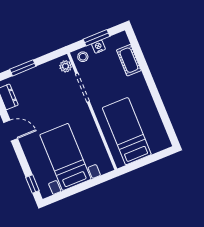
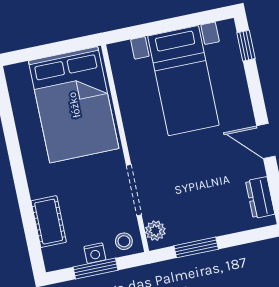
window: (23, 68) -> (196, 247), moved
bed: (127, 131) -> (74, 105), width x1.50

